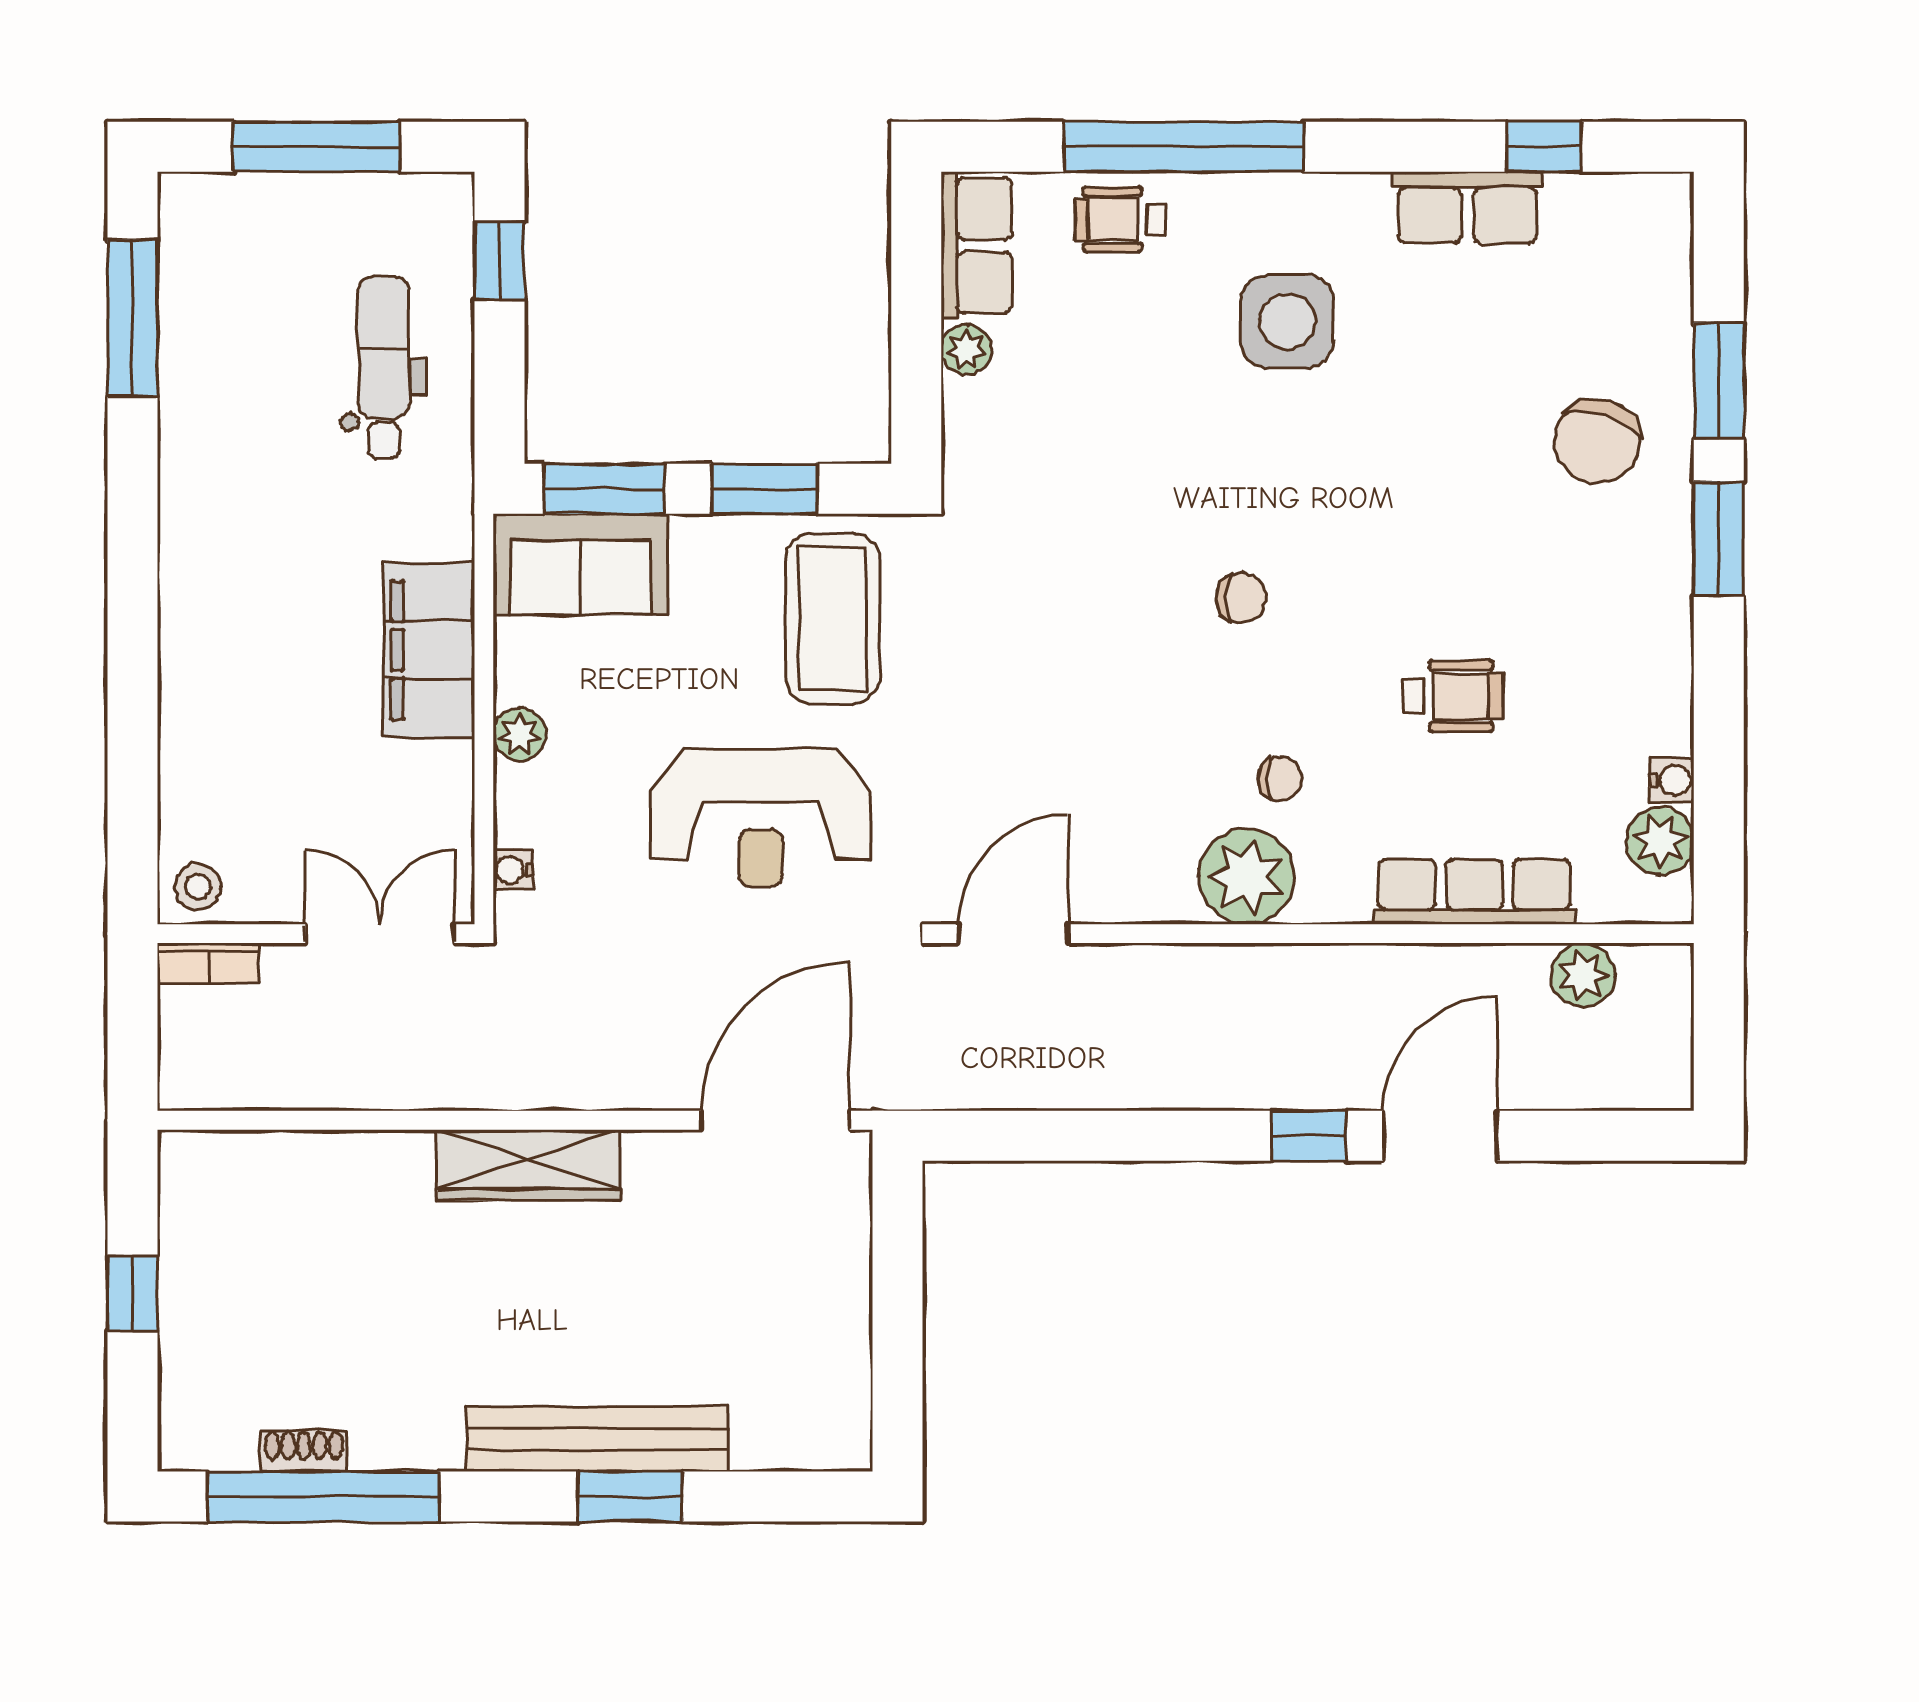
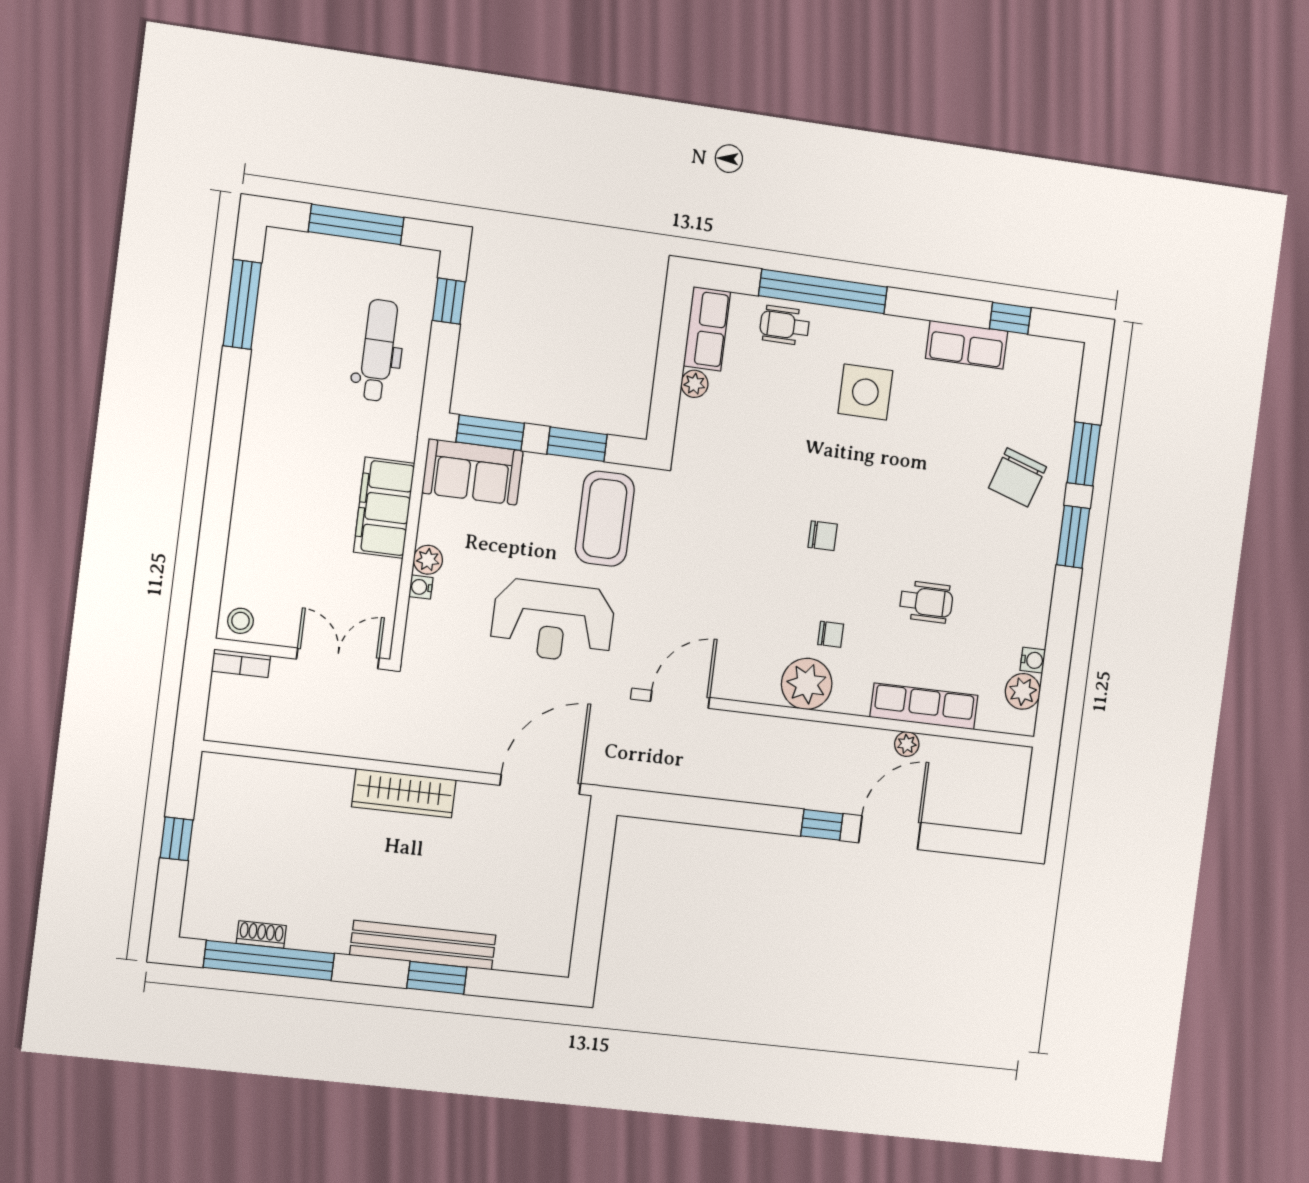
water cooler: (513, 870) -> (421, 587), moved
plant: (1583, 975) -> (907, 744), moved, width x0.73, depth x0.73

